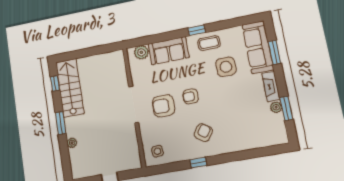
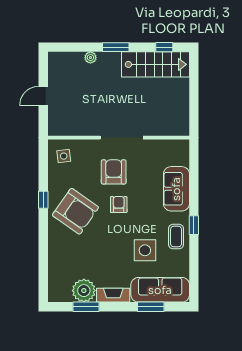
plant: (141, 52) -> (181, 157), removed
plant: (276, 107) -> (84, 291), width x1.88, depth x1.88
armchair: (203, 133) -> (75, 211), width x1.88, depth x1.88

